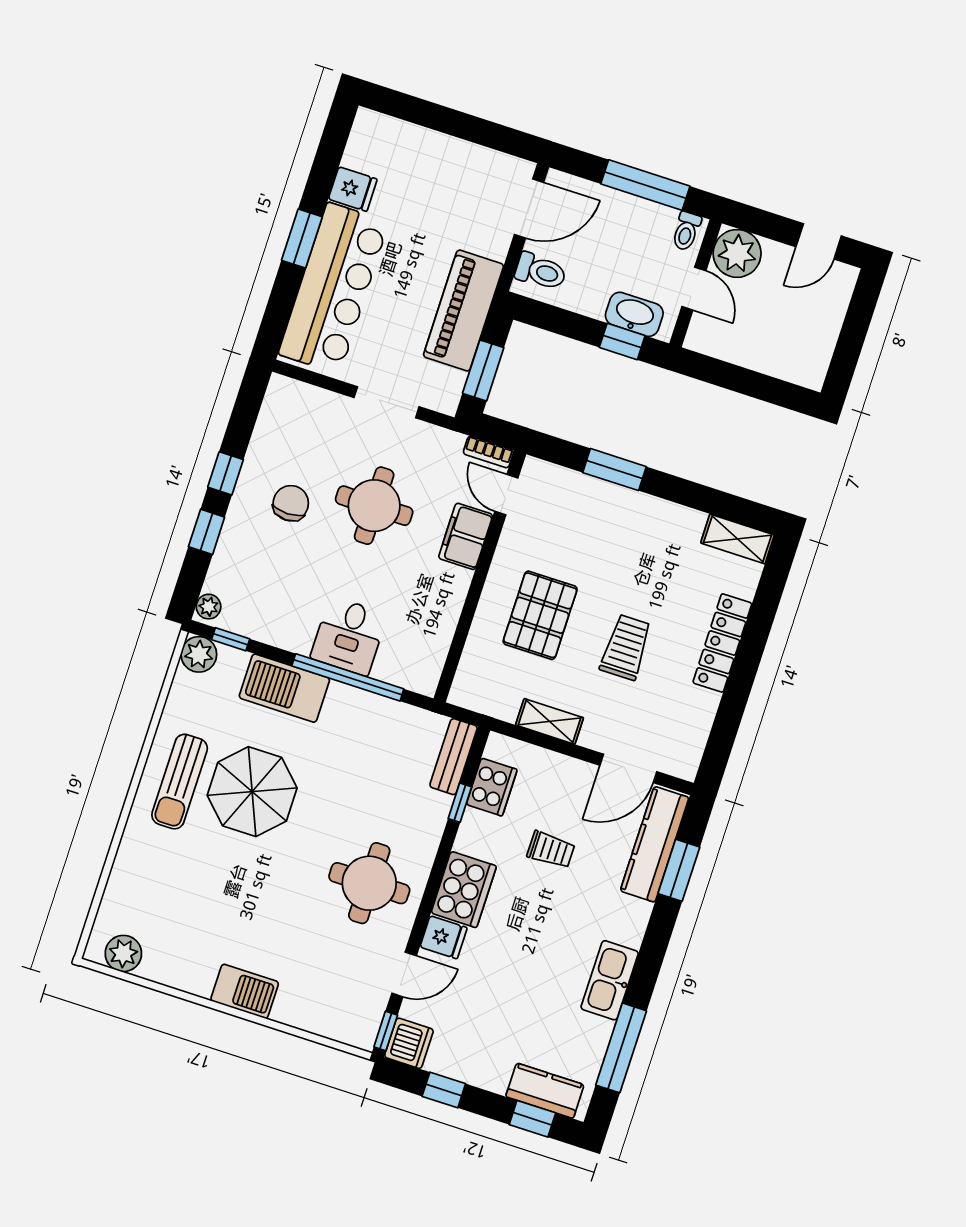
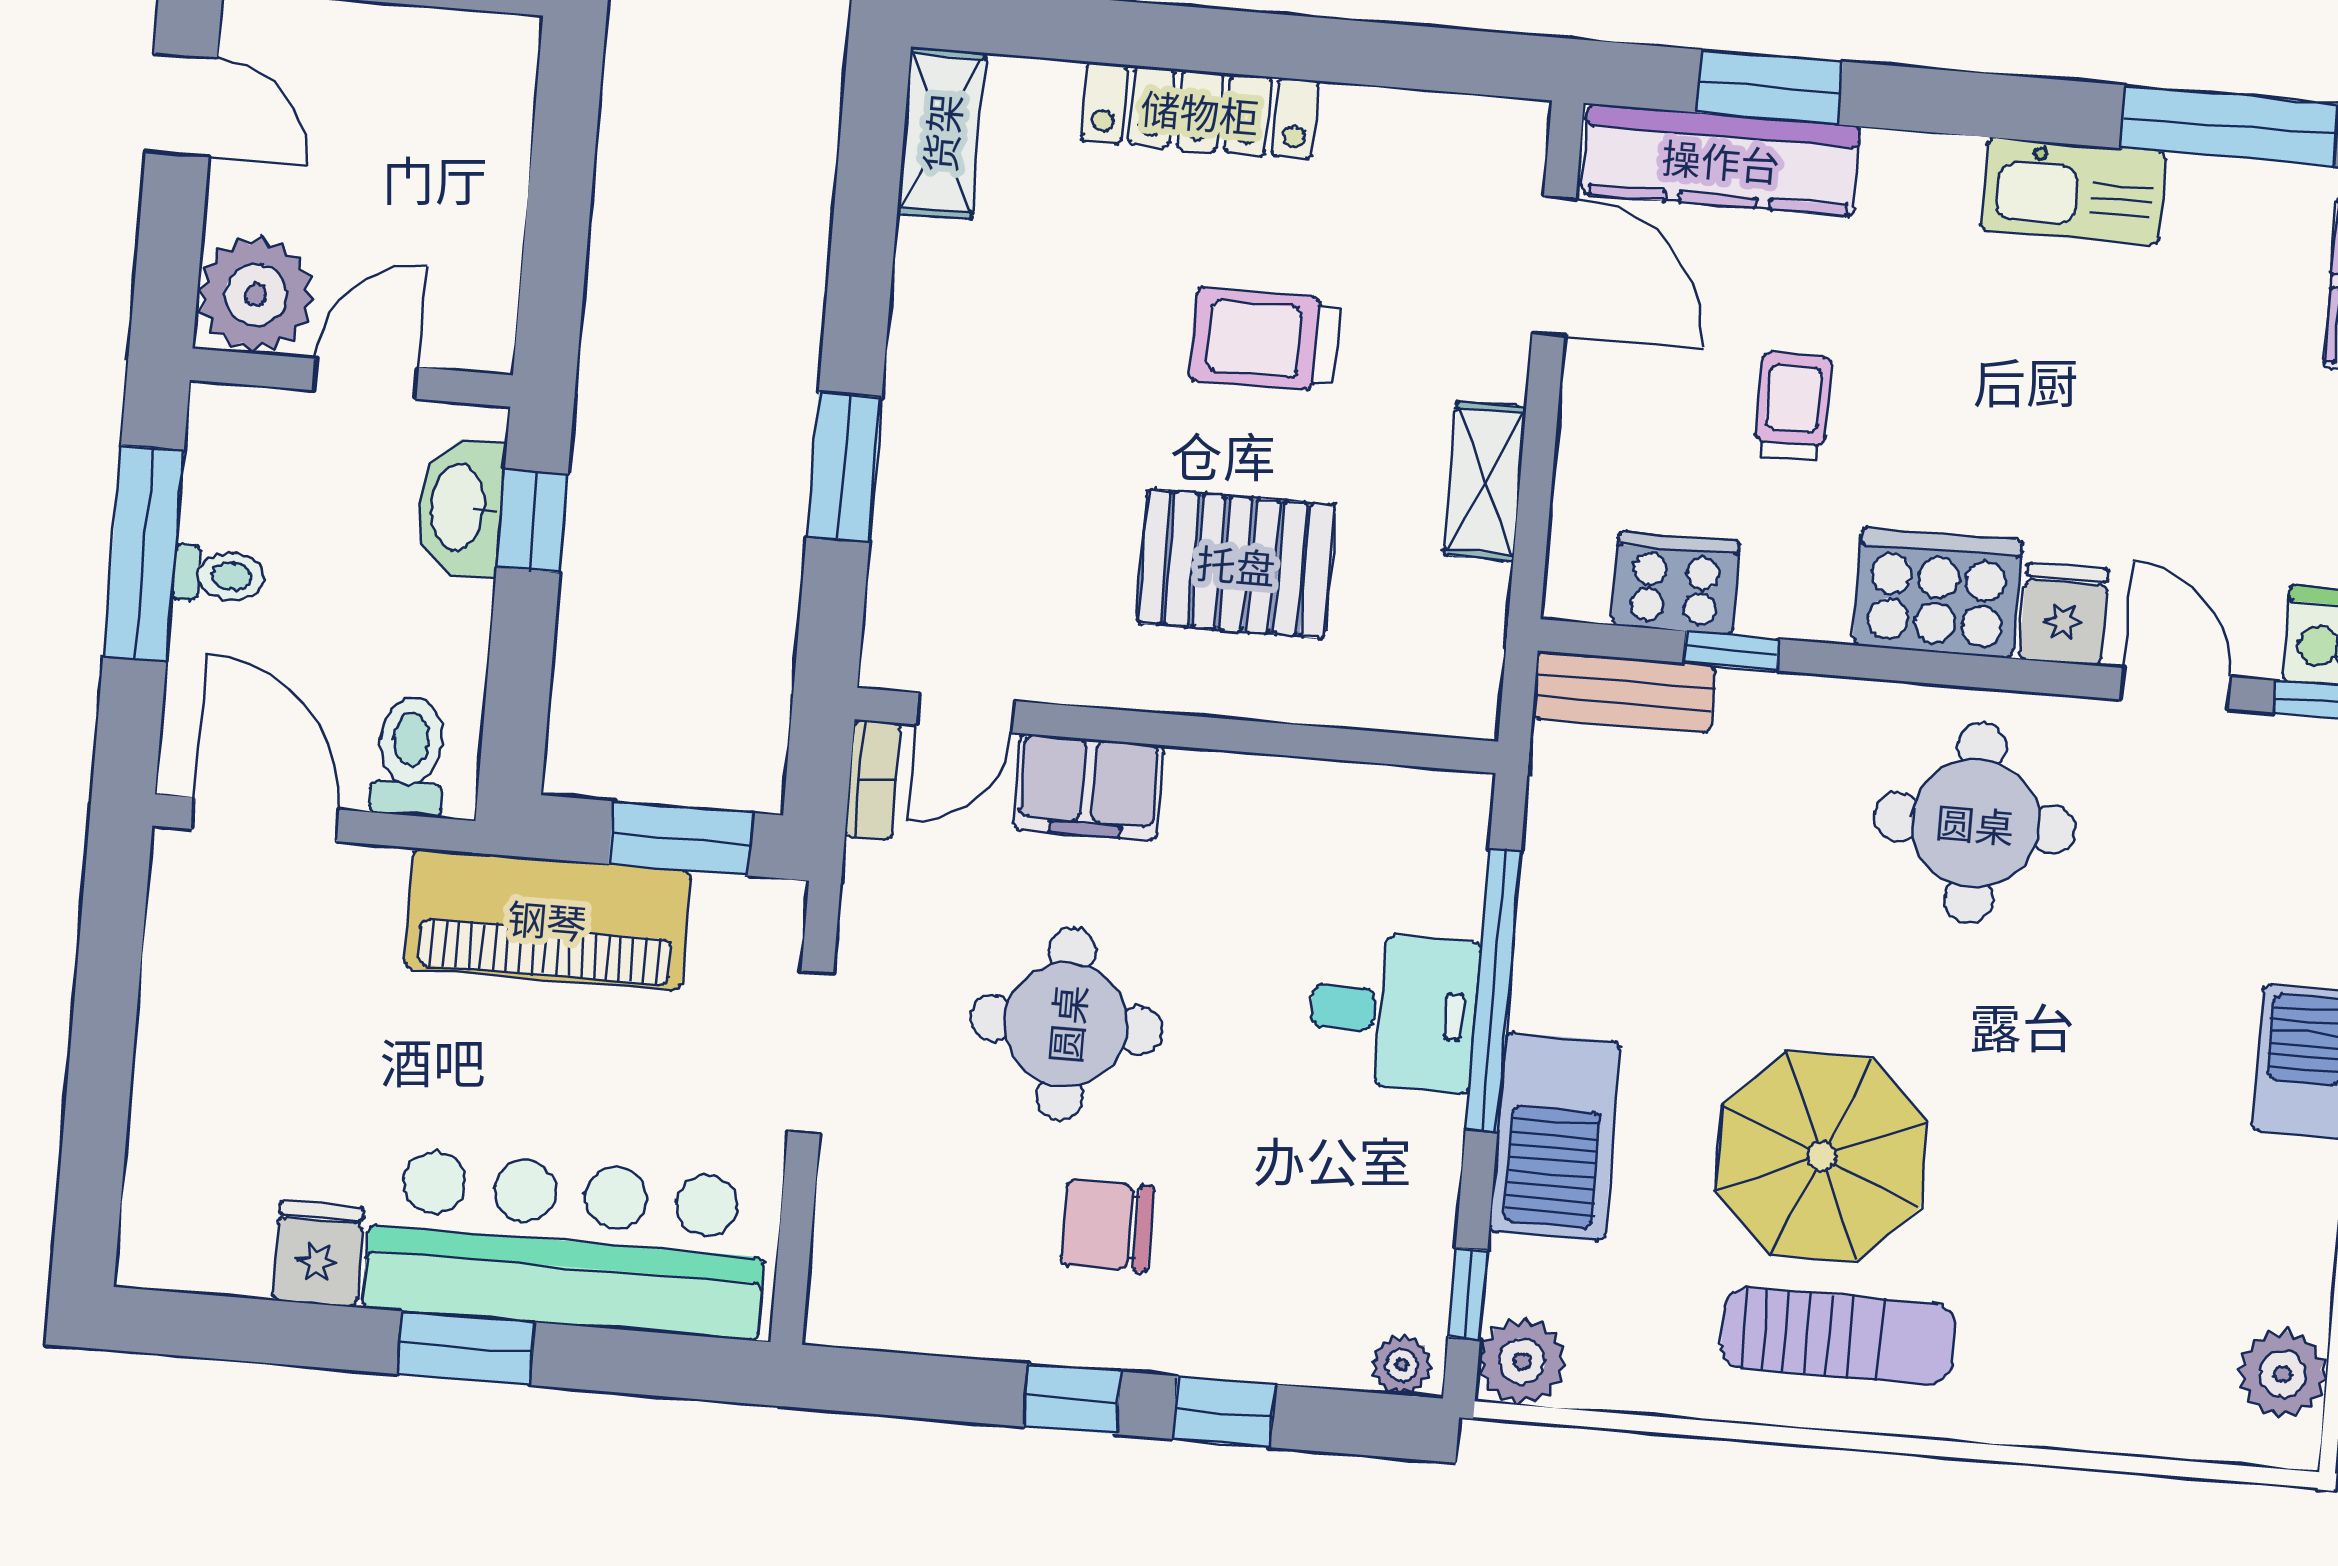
toilet: (686, 231) -> (219, 575), moved

